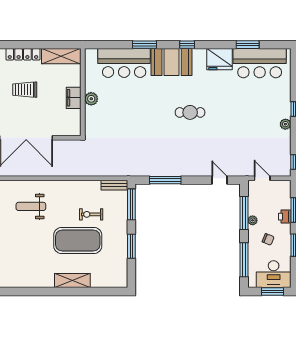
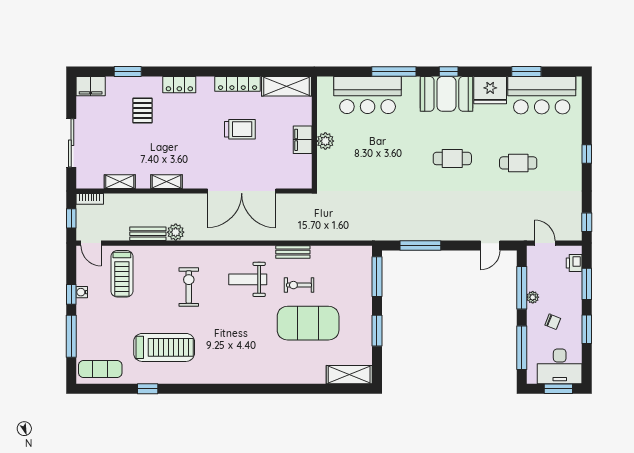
window: (145, 45) -> (394, 71), width x1.44
booth: (172, 62) -> (446, 94), moved
trolley: (25, 90) -> (240, 129), turned 180
cafe table: (241, 116) -> (518, 163), added
plant: (285, 124) -> (575, 174), removed
door: (219, 180) -> (490, 246), swing flipped
bench: (114, 185) -> (293, 252), moved
exercise bike: (91, 214) -> (299, 285), moved
printer: (285, 217) -> (574, 263), moved
shelving: (72, 281) -> (349, 375), moved

